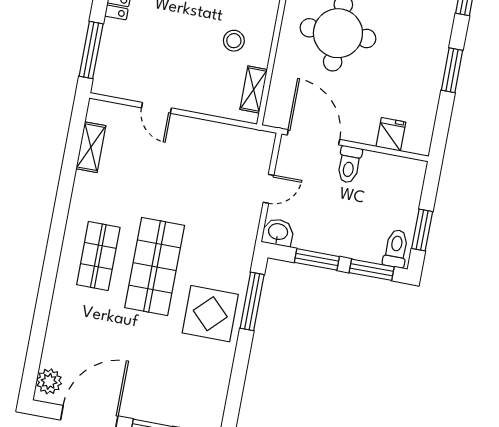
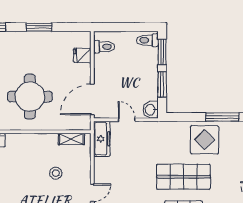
stool: (234, 41) -> (56, 173), moved
freezer: (244, 141) -> (102, 139), added
toilet: (349, 164) -> (104, 47), moved
window: (422, 230) -> (134, 27), removed
window: (252, 301) -> (222, 117), moved

